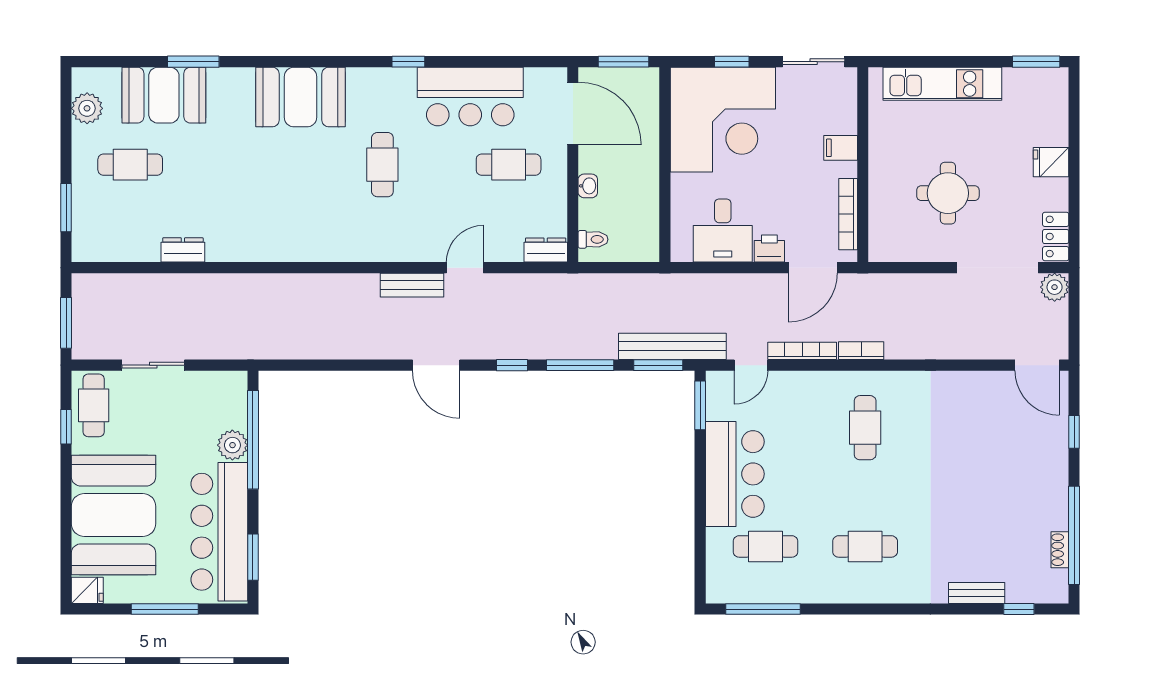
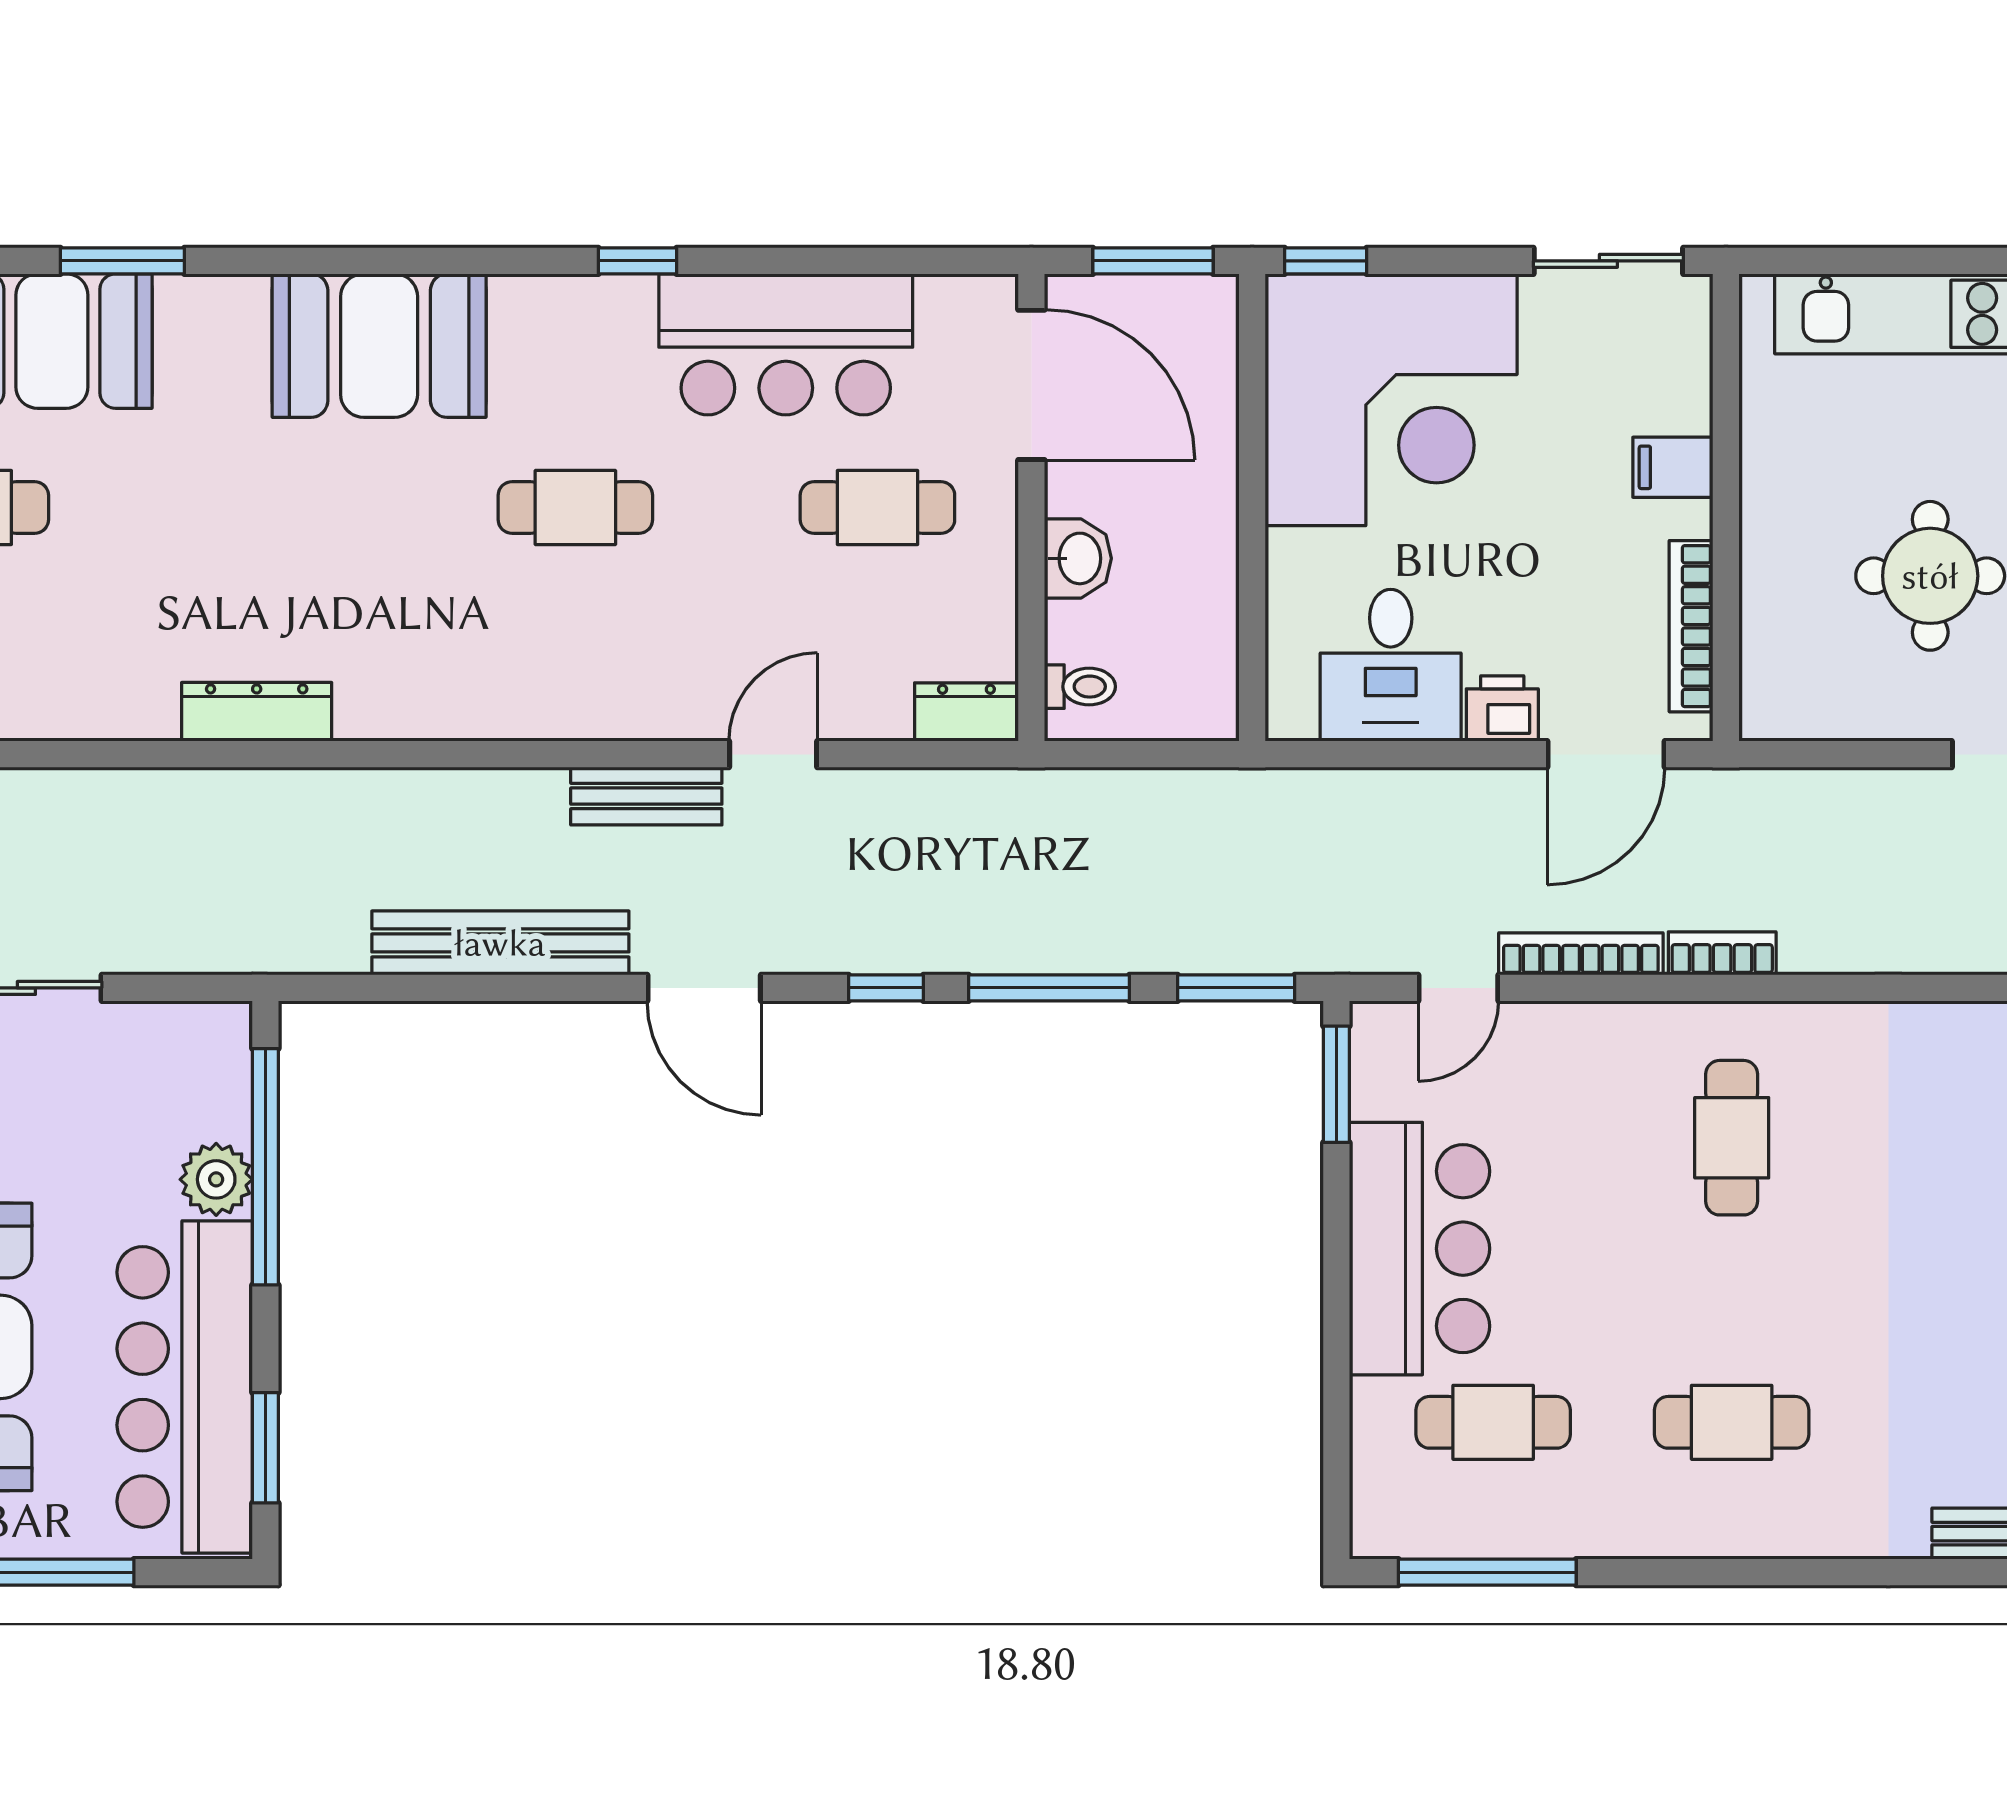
window: (732, 62) -> (1326, 261), moved
cafe table: (382, 165) -> (575, 507), turned 90
washbasin: (588, 186) -> (1078, 558), width x1.38, depth x1.45
dresser: (183, 250) -> (257, 712), moved, width x1.44
bench: (672, 346) -> (500, 943), moved

